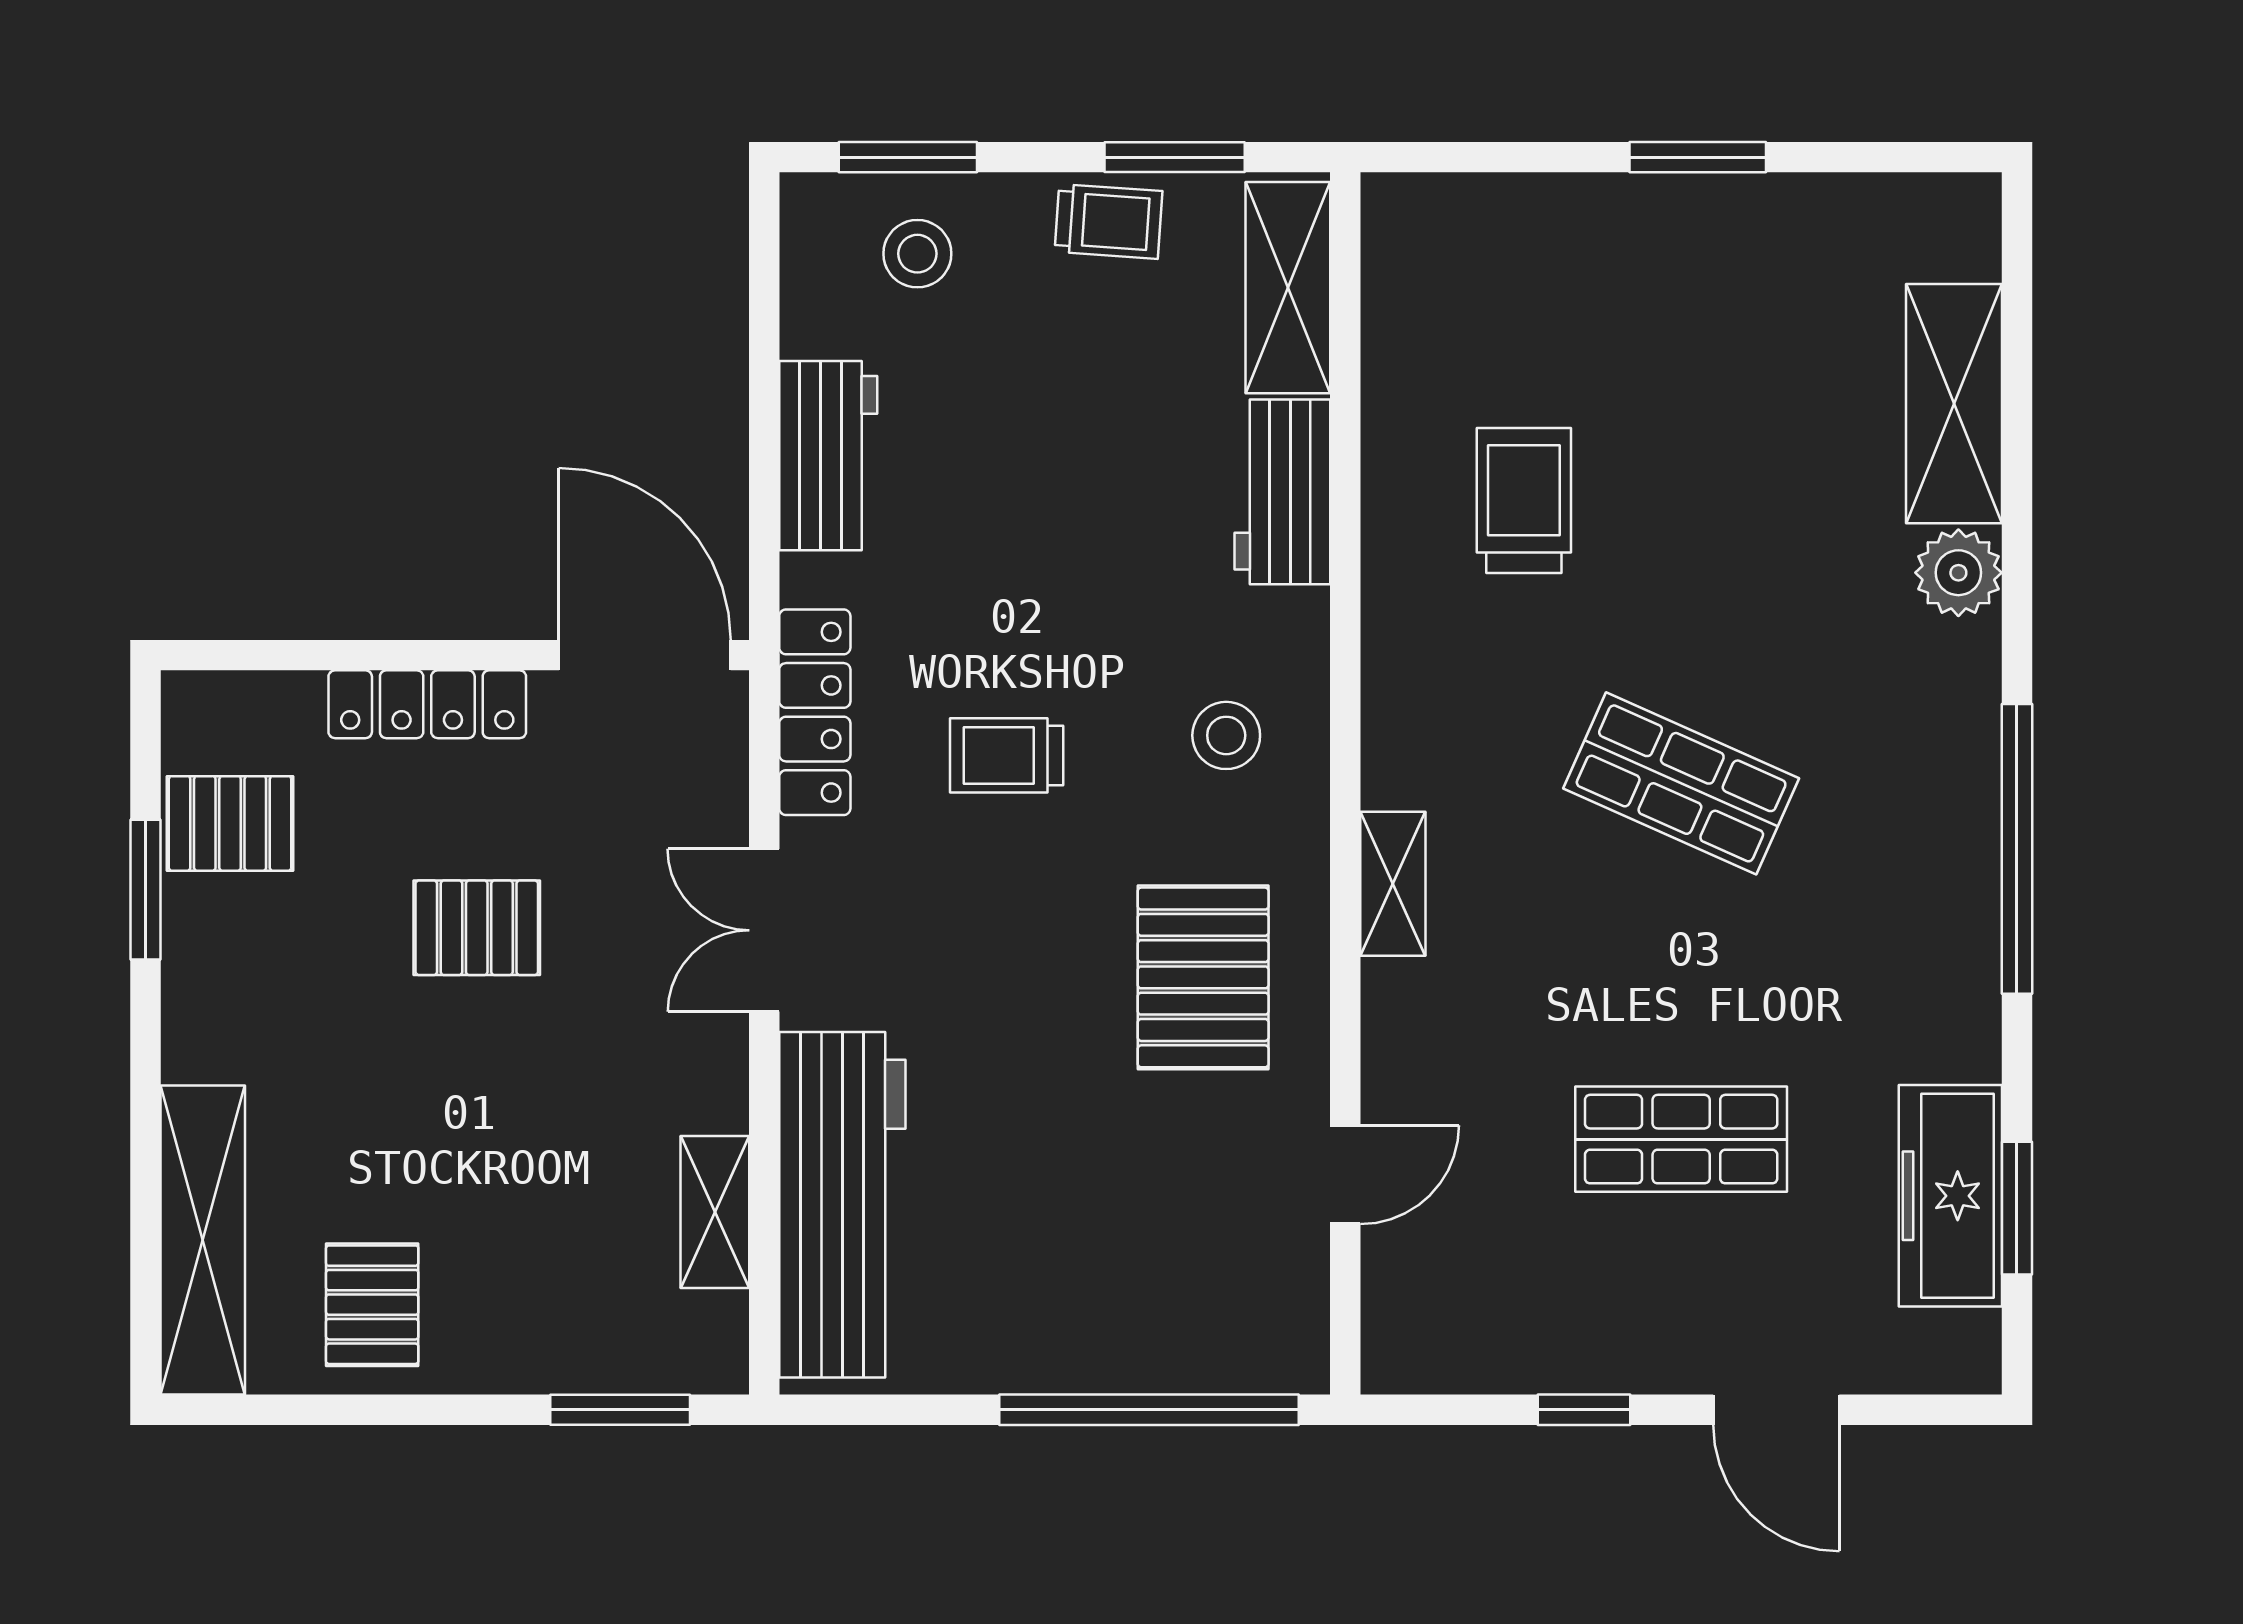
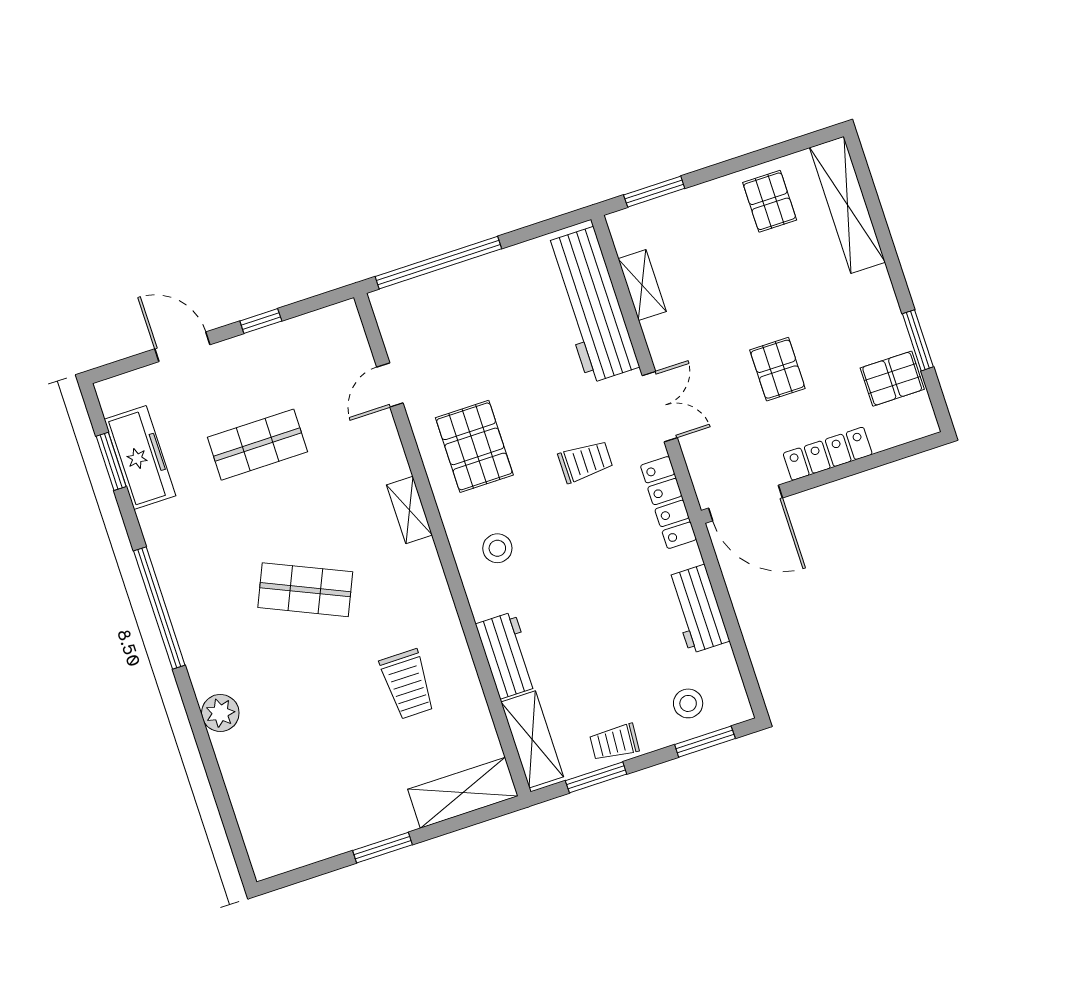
shelving: (1954, 404) -> (463, 793), moved, turned 90
trolley: (1007, 755) -> (585, 461), moved
pallet: (477, 928) -> (777, 369), turned 90

